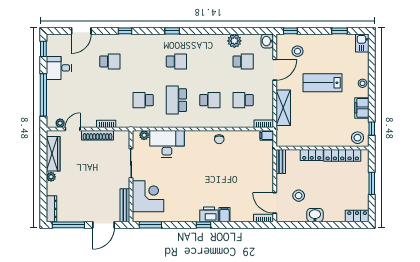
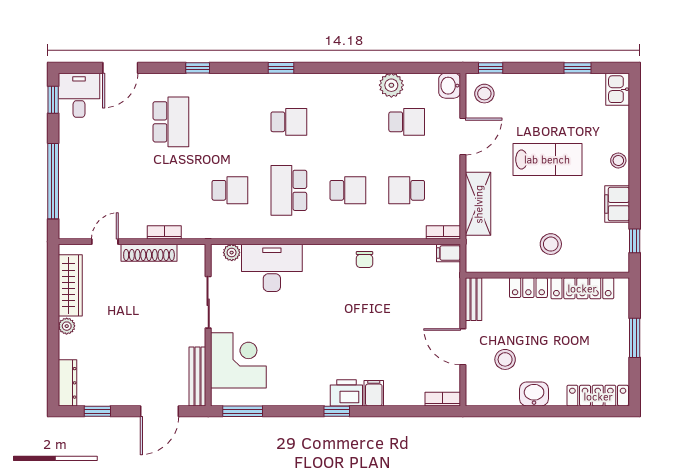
stool: (298, 51) -> (484, 94), moved
school desk: (110, 61) -> (171, 122), width x1.85
desk: (59, 68) -> (79, 95), moved, turned 90
lab bench: (323, 83) -> (547, 159), turned 180
school desk: (143, 100) -> (230, 190), turned 180
plant: (60, 123) -> (83, 231), removed
stool: (358, 138) -> (551, 244), moved
door: (275, 203) -> (463, 347), moved
locker: (357, 216) -> (598, 396), width x1.53
window: (68, 225) -> (97, 411), width x0.46

